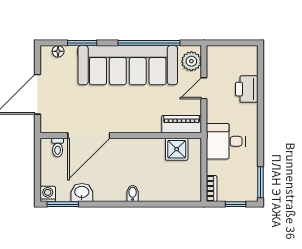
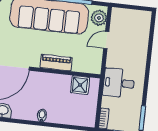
printer: (247, 89) -> (140, 44), removed
piano: (182, 124) -> (56, 63), moved

